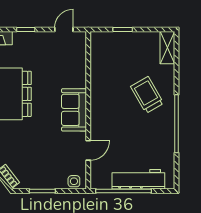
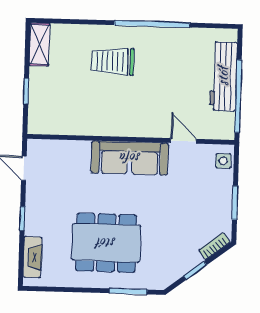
shelving: (167, 48) -> (40, 44), moved, turned 90
trolley: (147, 95) -> (113, 61), turned 30
sofa: (74, 110) -> (130, 158), width x1.36

